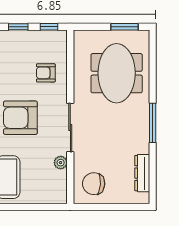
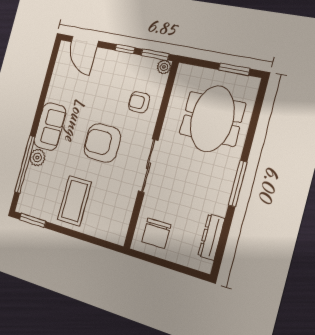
window: (49, 27) -> (155, 55), width x1.50
plant: (61, 163) -> (164, 67), moved
chair: (94, 184) -> (156, 233), turned -94

